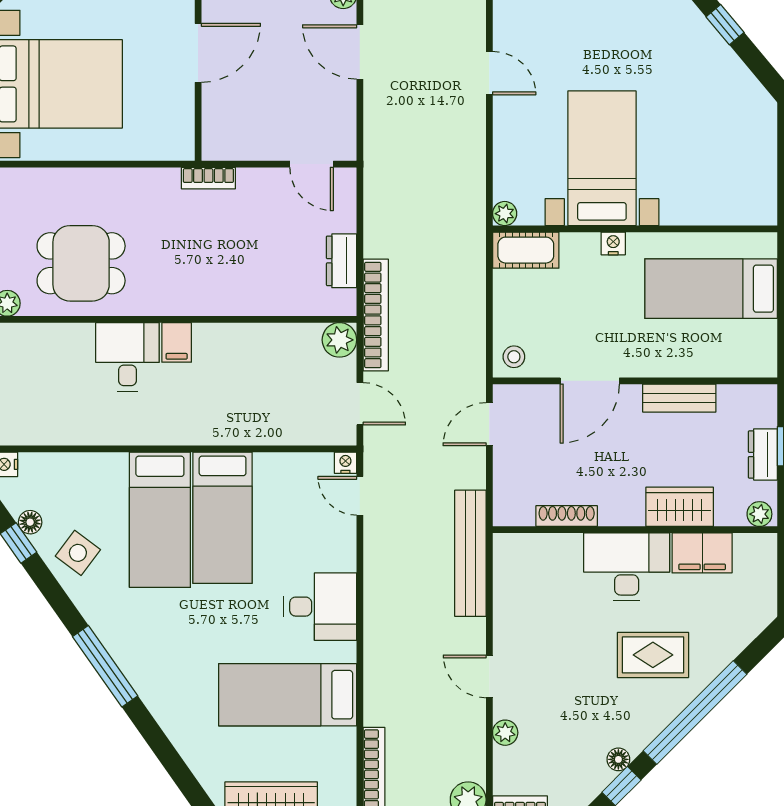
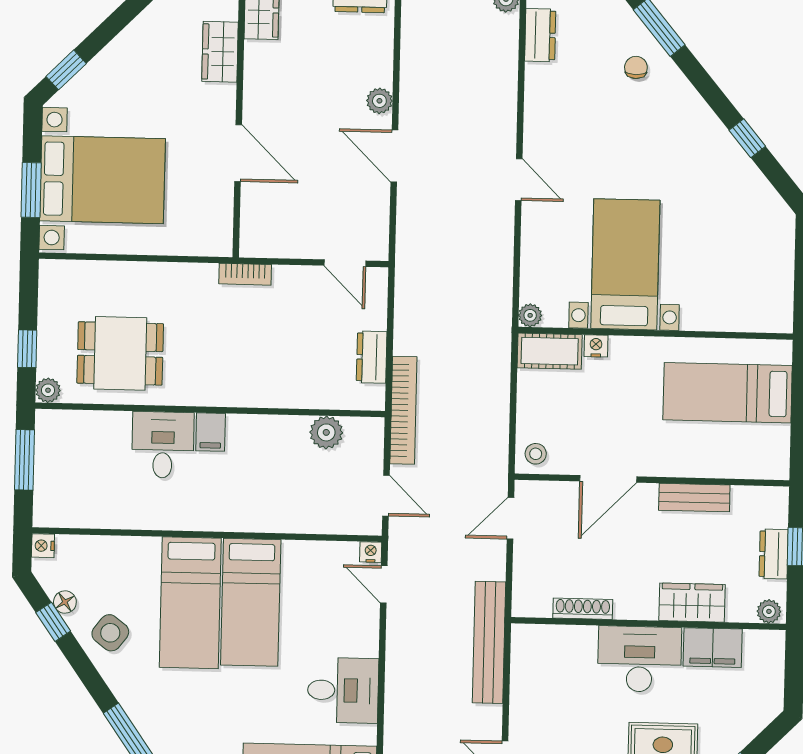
door: (198, 53) -> (238, 153), hinge flipped
nightstand: (613, 243) -> (596, 346), moved
plant: (339, 340) -> (326, 432), moved

